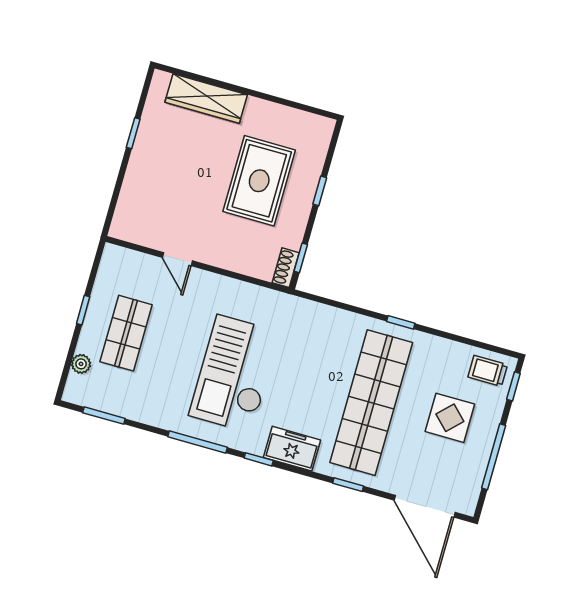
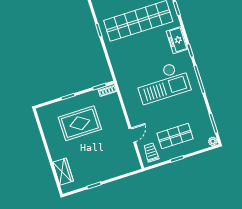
wardrobe: (206, 98) -> (63, 172), width x0.67
trolley: (125, 272) -> (151, 152), added
plant: (81, 364) -> (213, 141), moved

